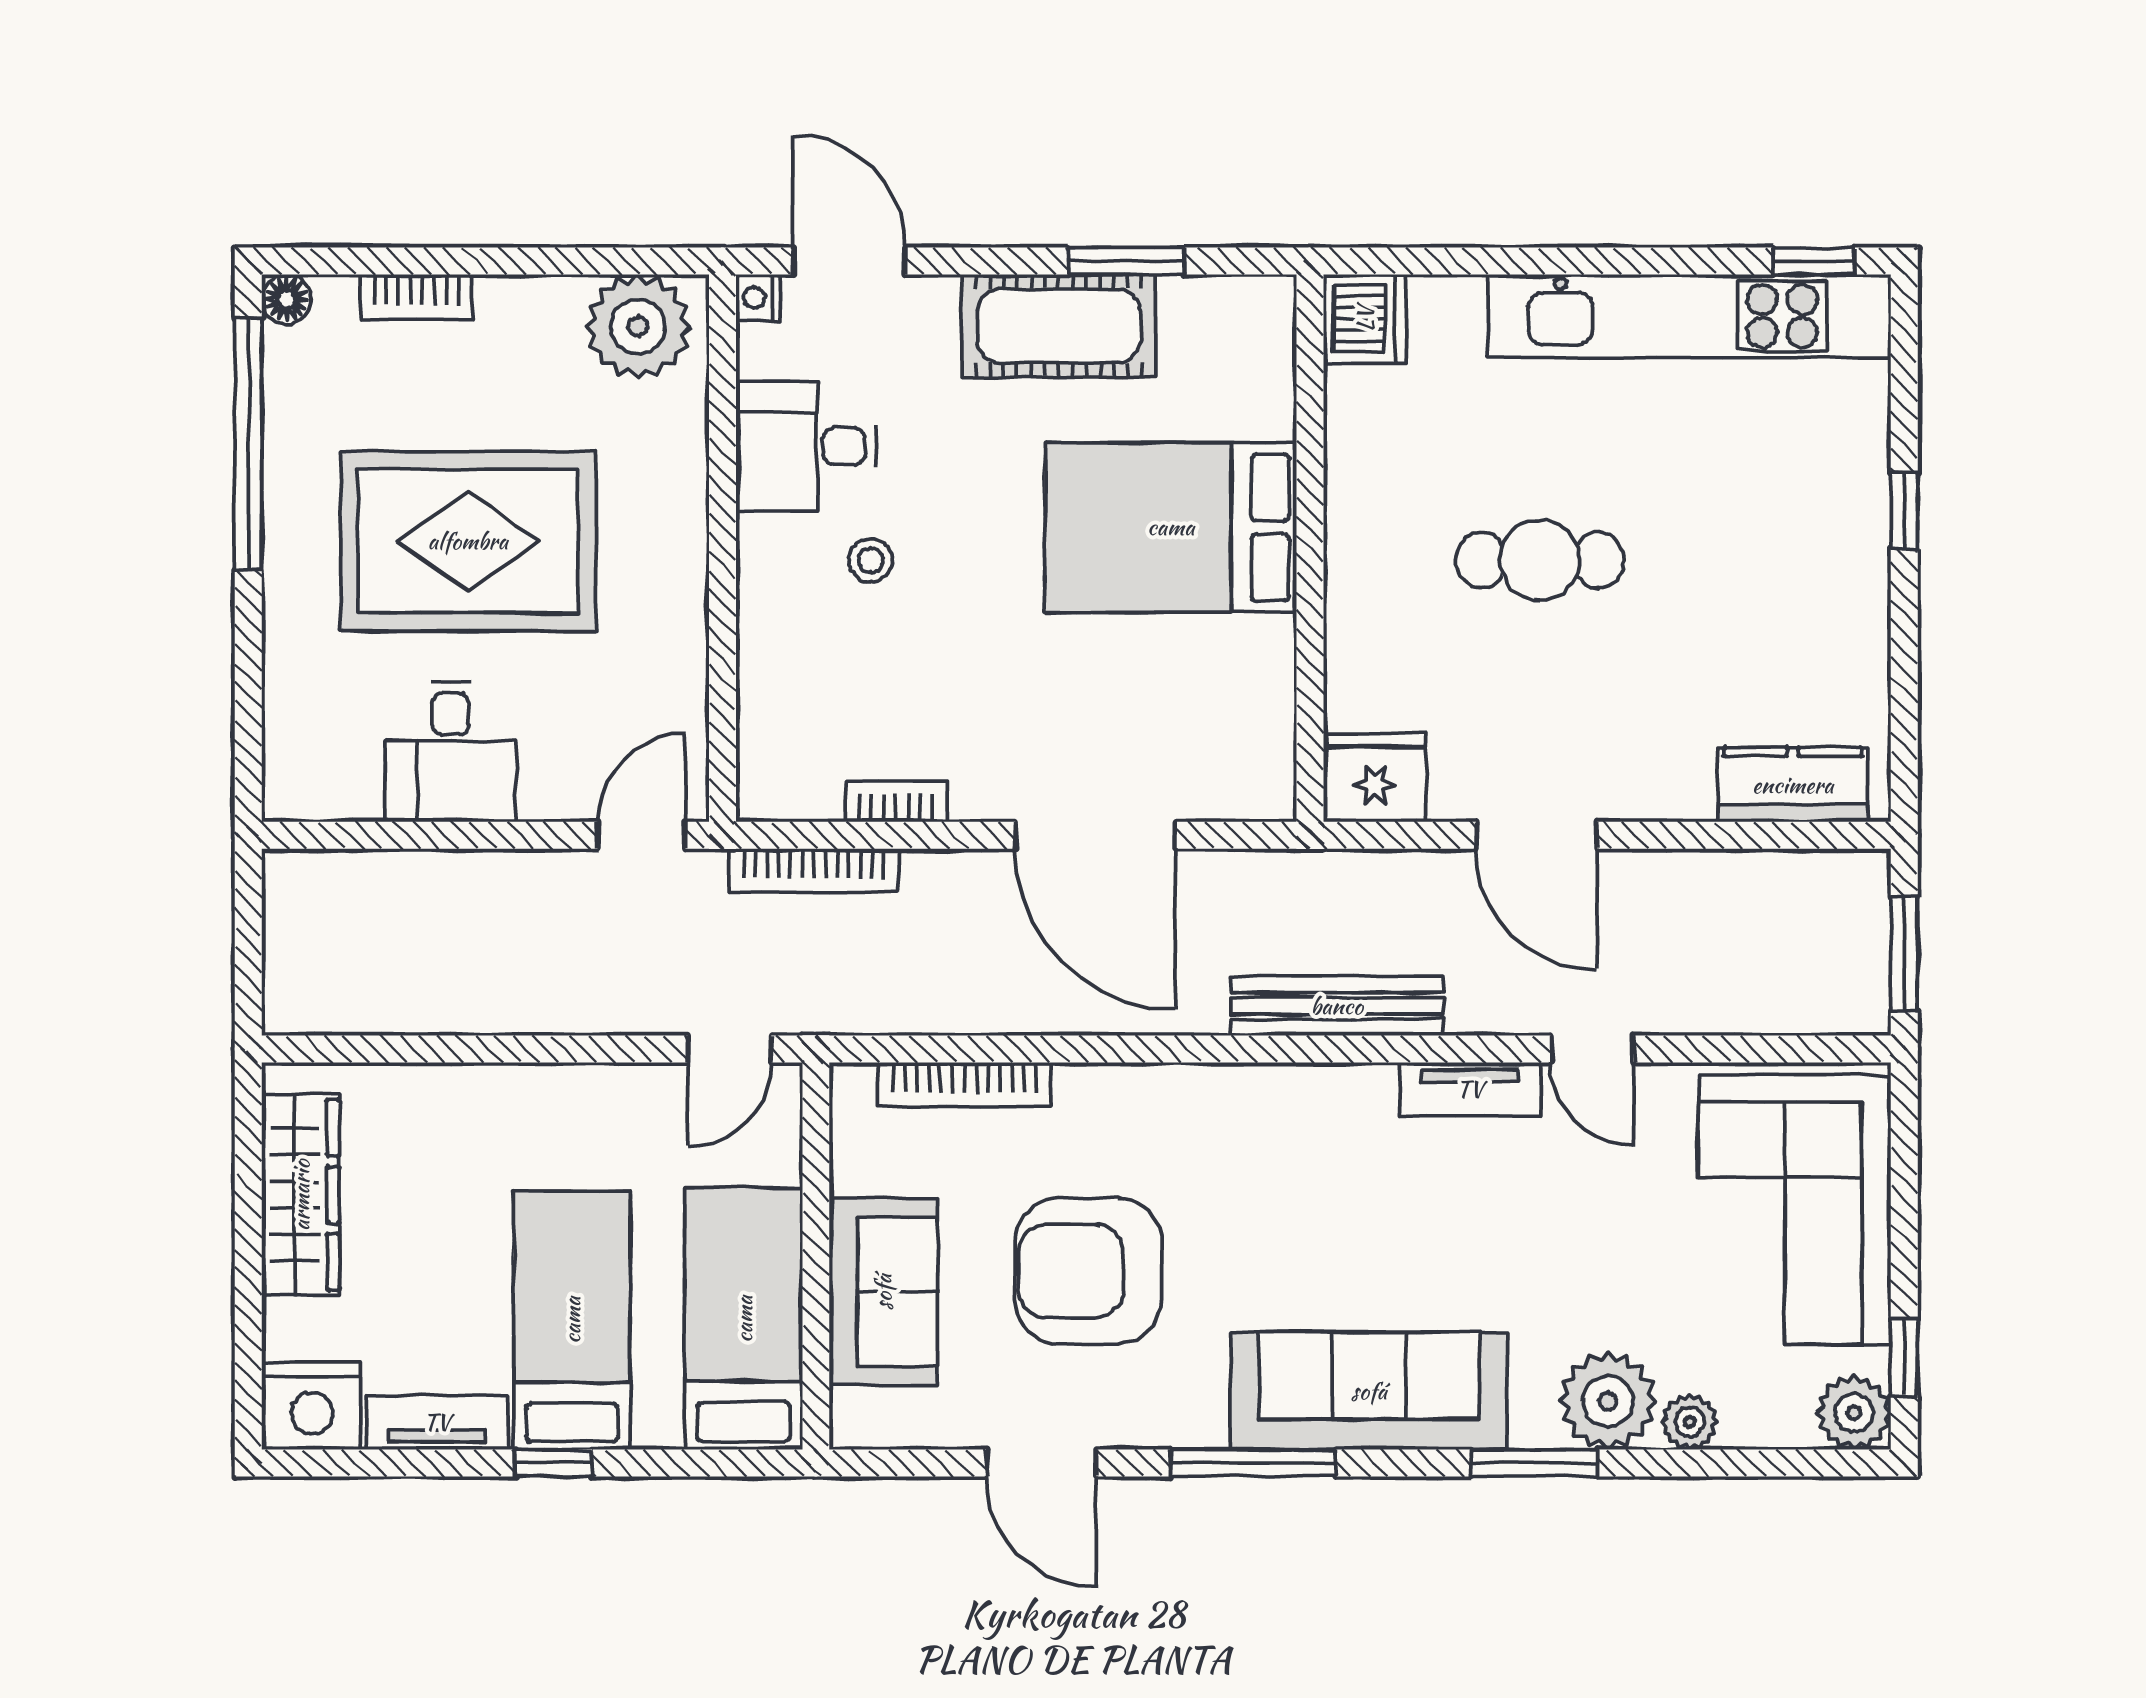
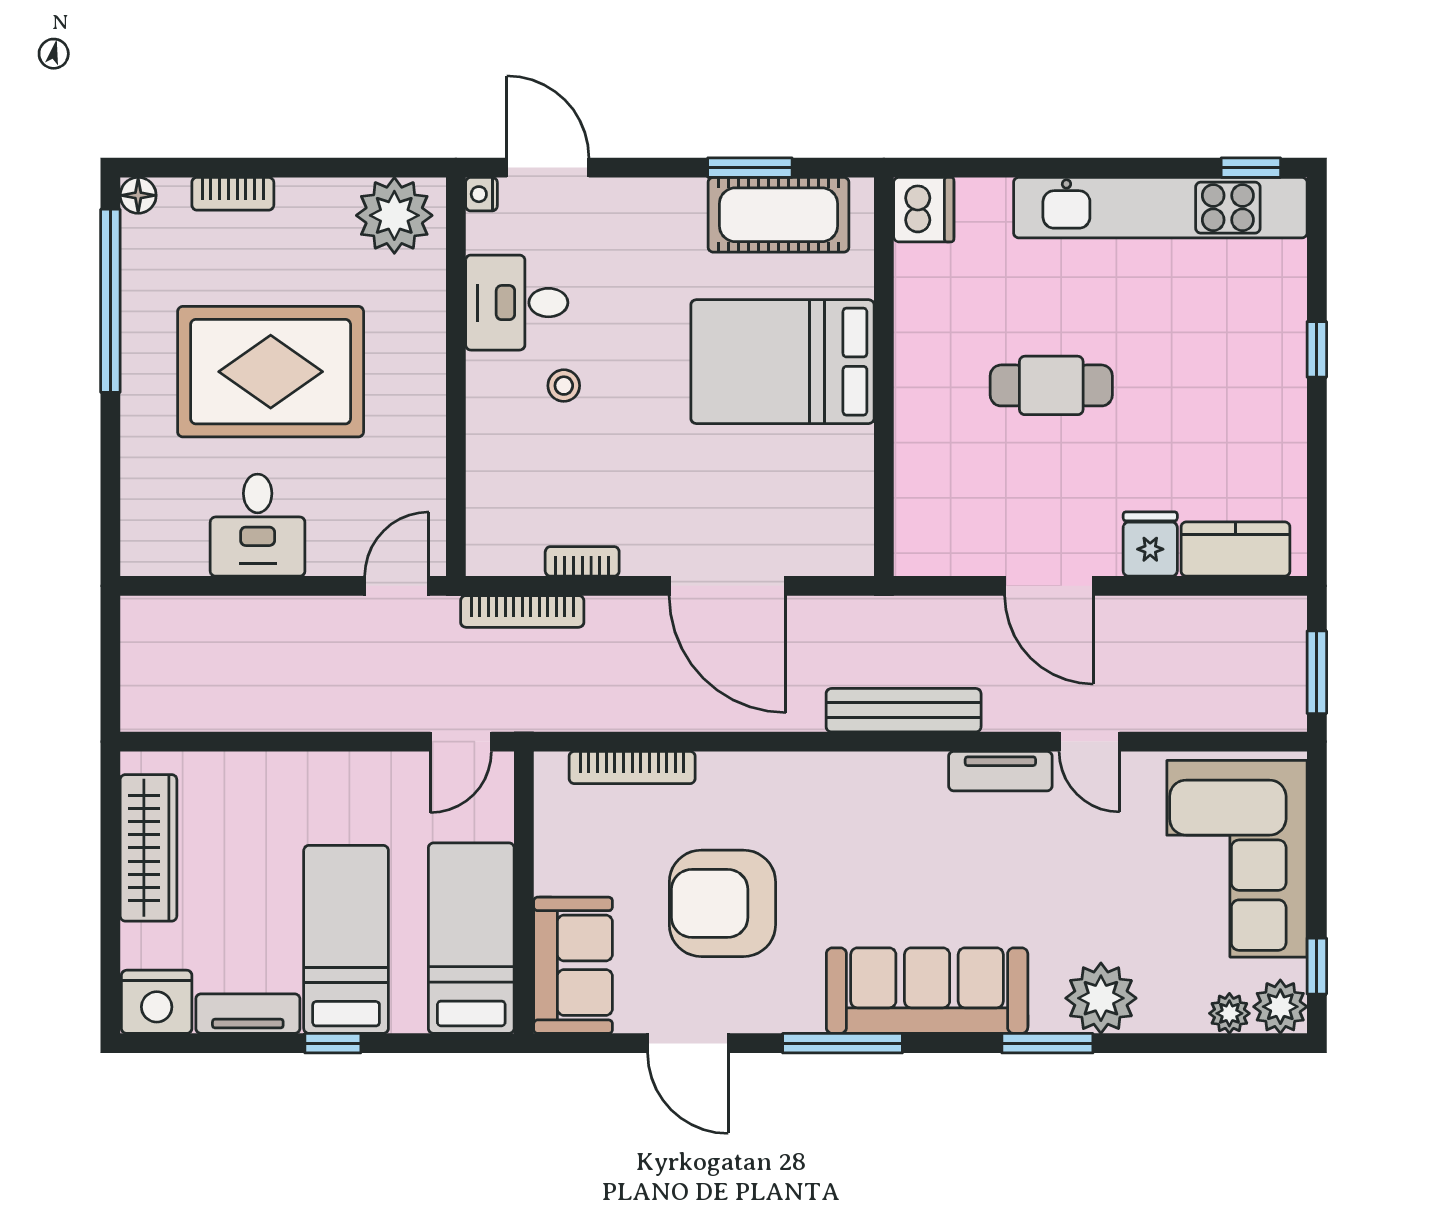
cot: (1059, 326) -> (779, 215), moved
fridge: (1375, 778) -> (1150, 544), moved, width x0.72
sofa: (883, 1292) -> (573, 965), moved
plant: (1689, 1422) -> (1229, 1013), moved

